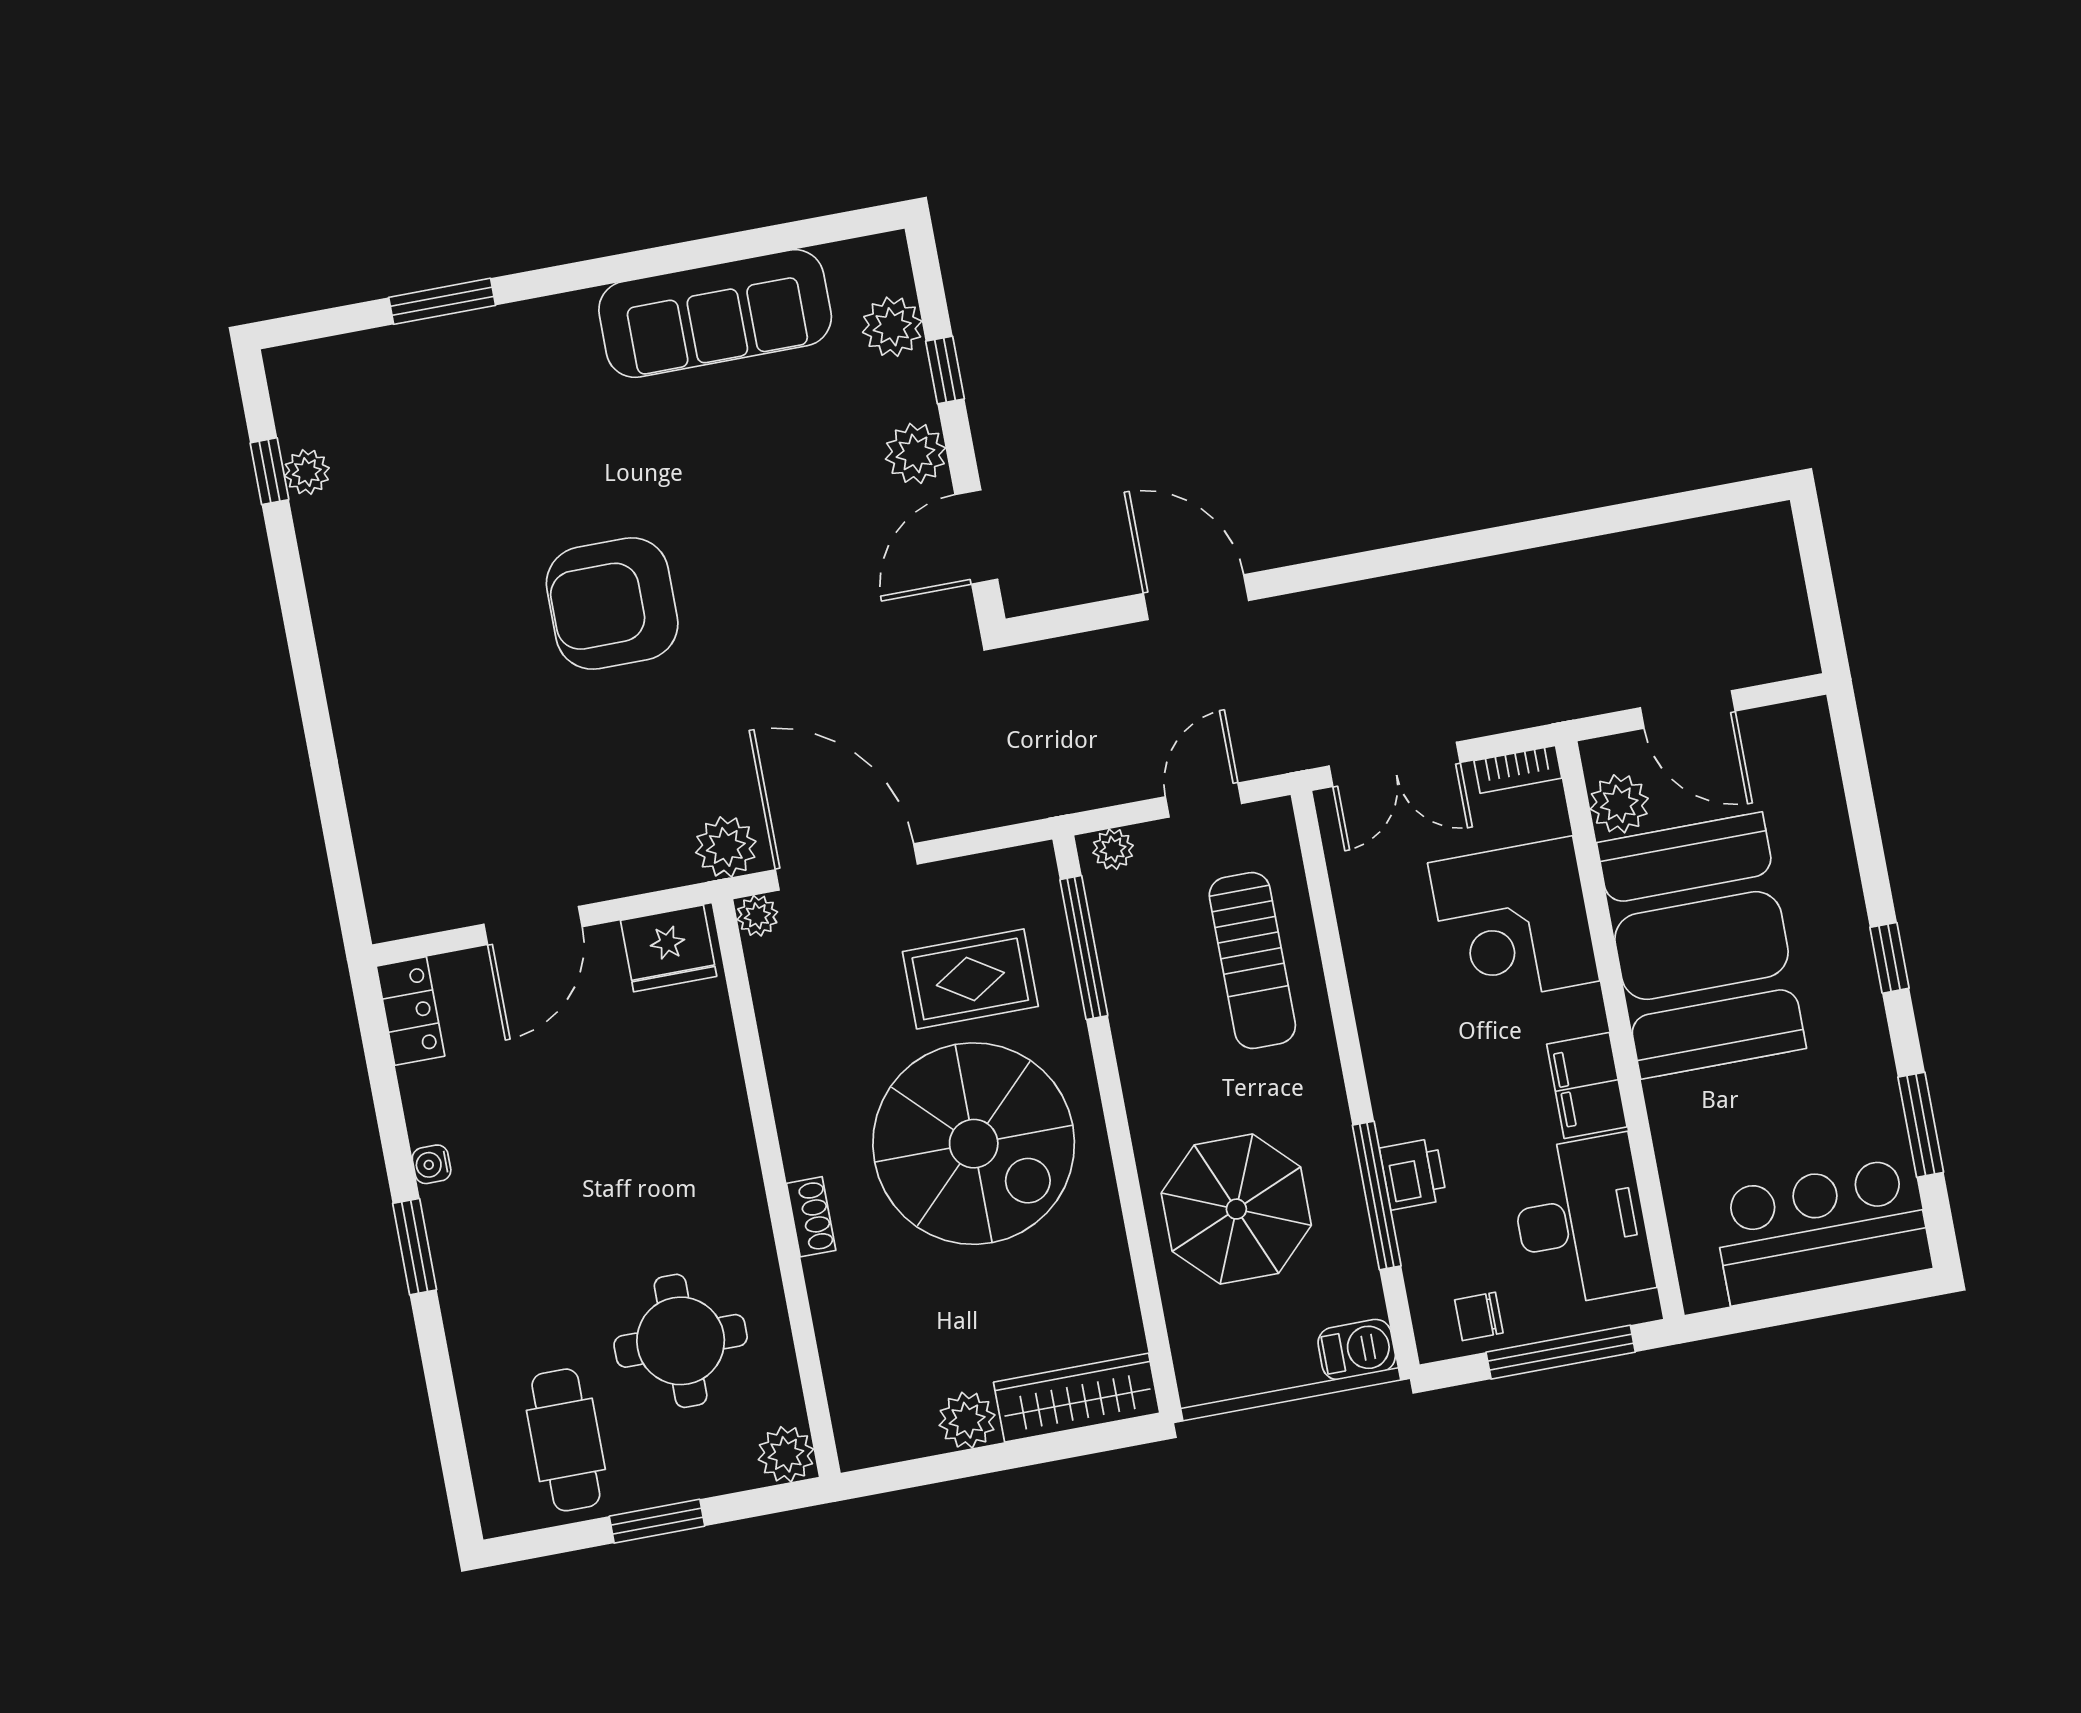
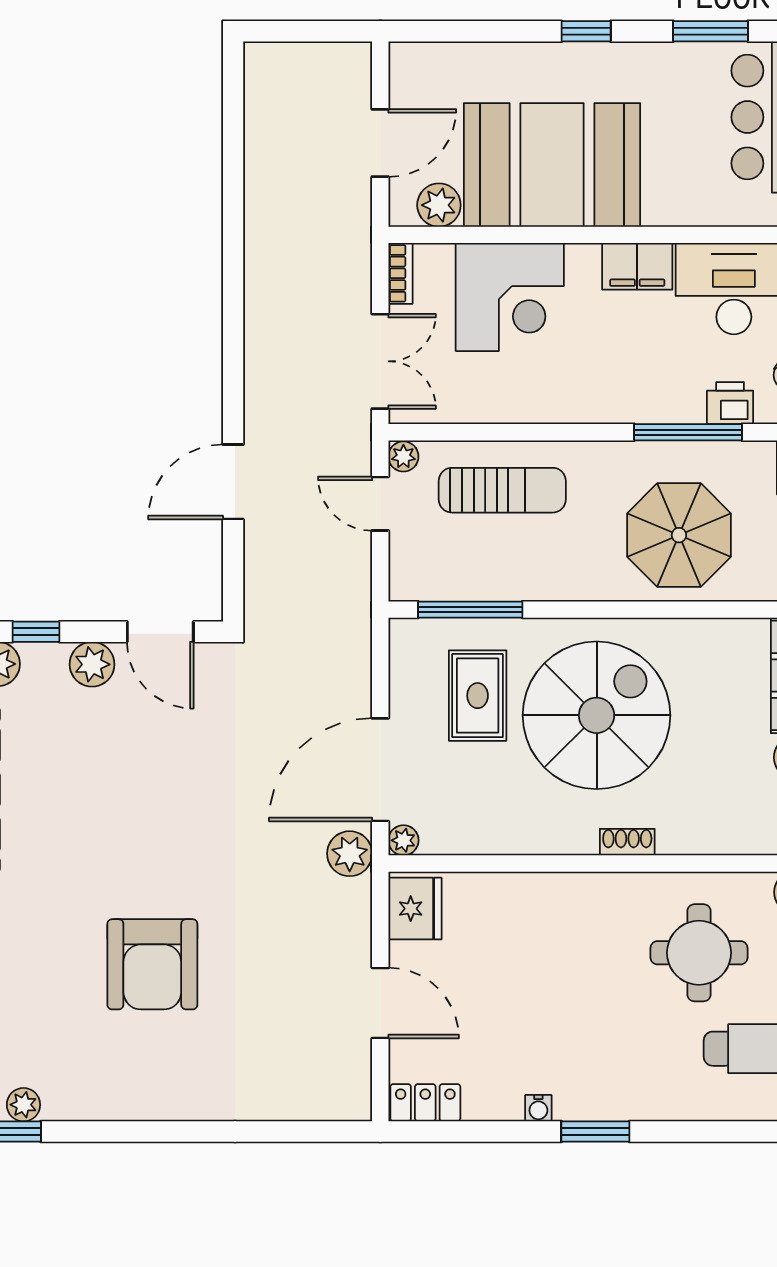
armchair: (612, 603) -> (152, 964), moved
plant: (1113, 849) -> (403, 456), moved
printer: (1413, 1174) -> (730, 403), moved

